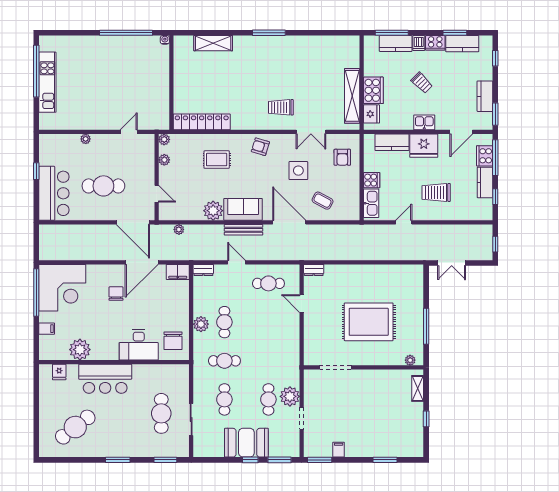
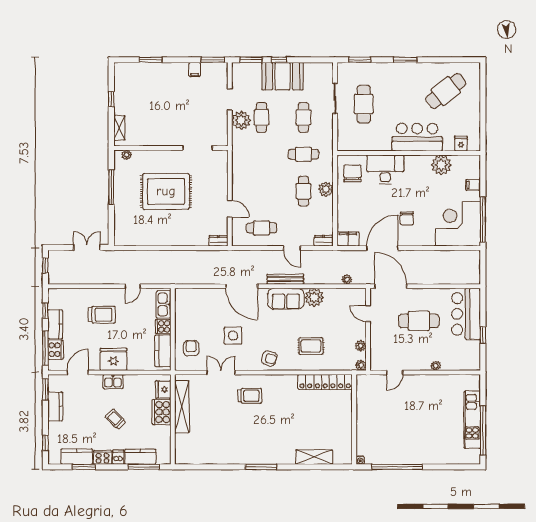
kitchen counter: (392, 142) -> (163, 351), moved, turned -90
coffee table: (323, 201) -> (210, 307), removed

